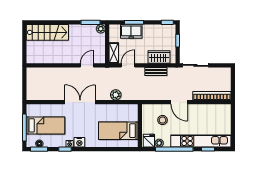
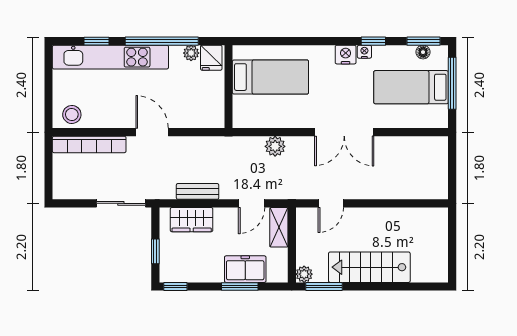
stairs: (47, 32) -> (369, 267), moved
stool: (162, 120) -> (72, 114), moved

